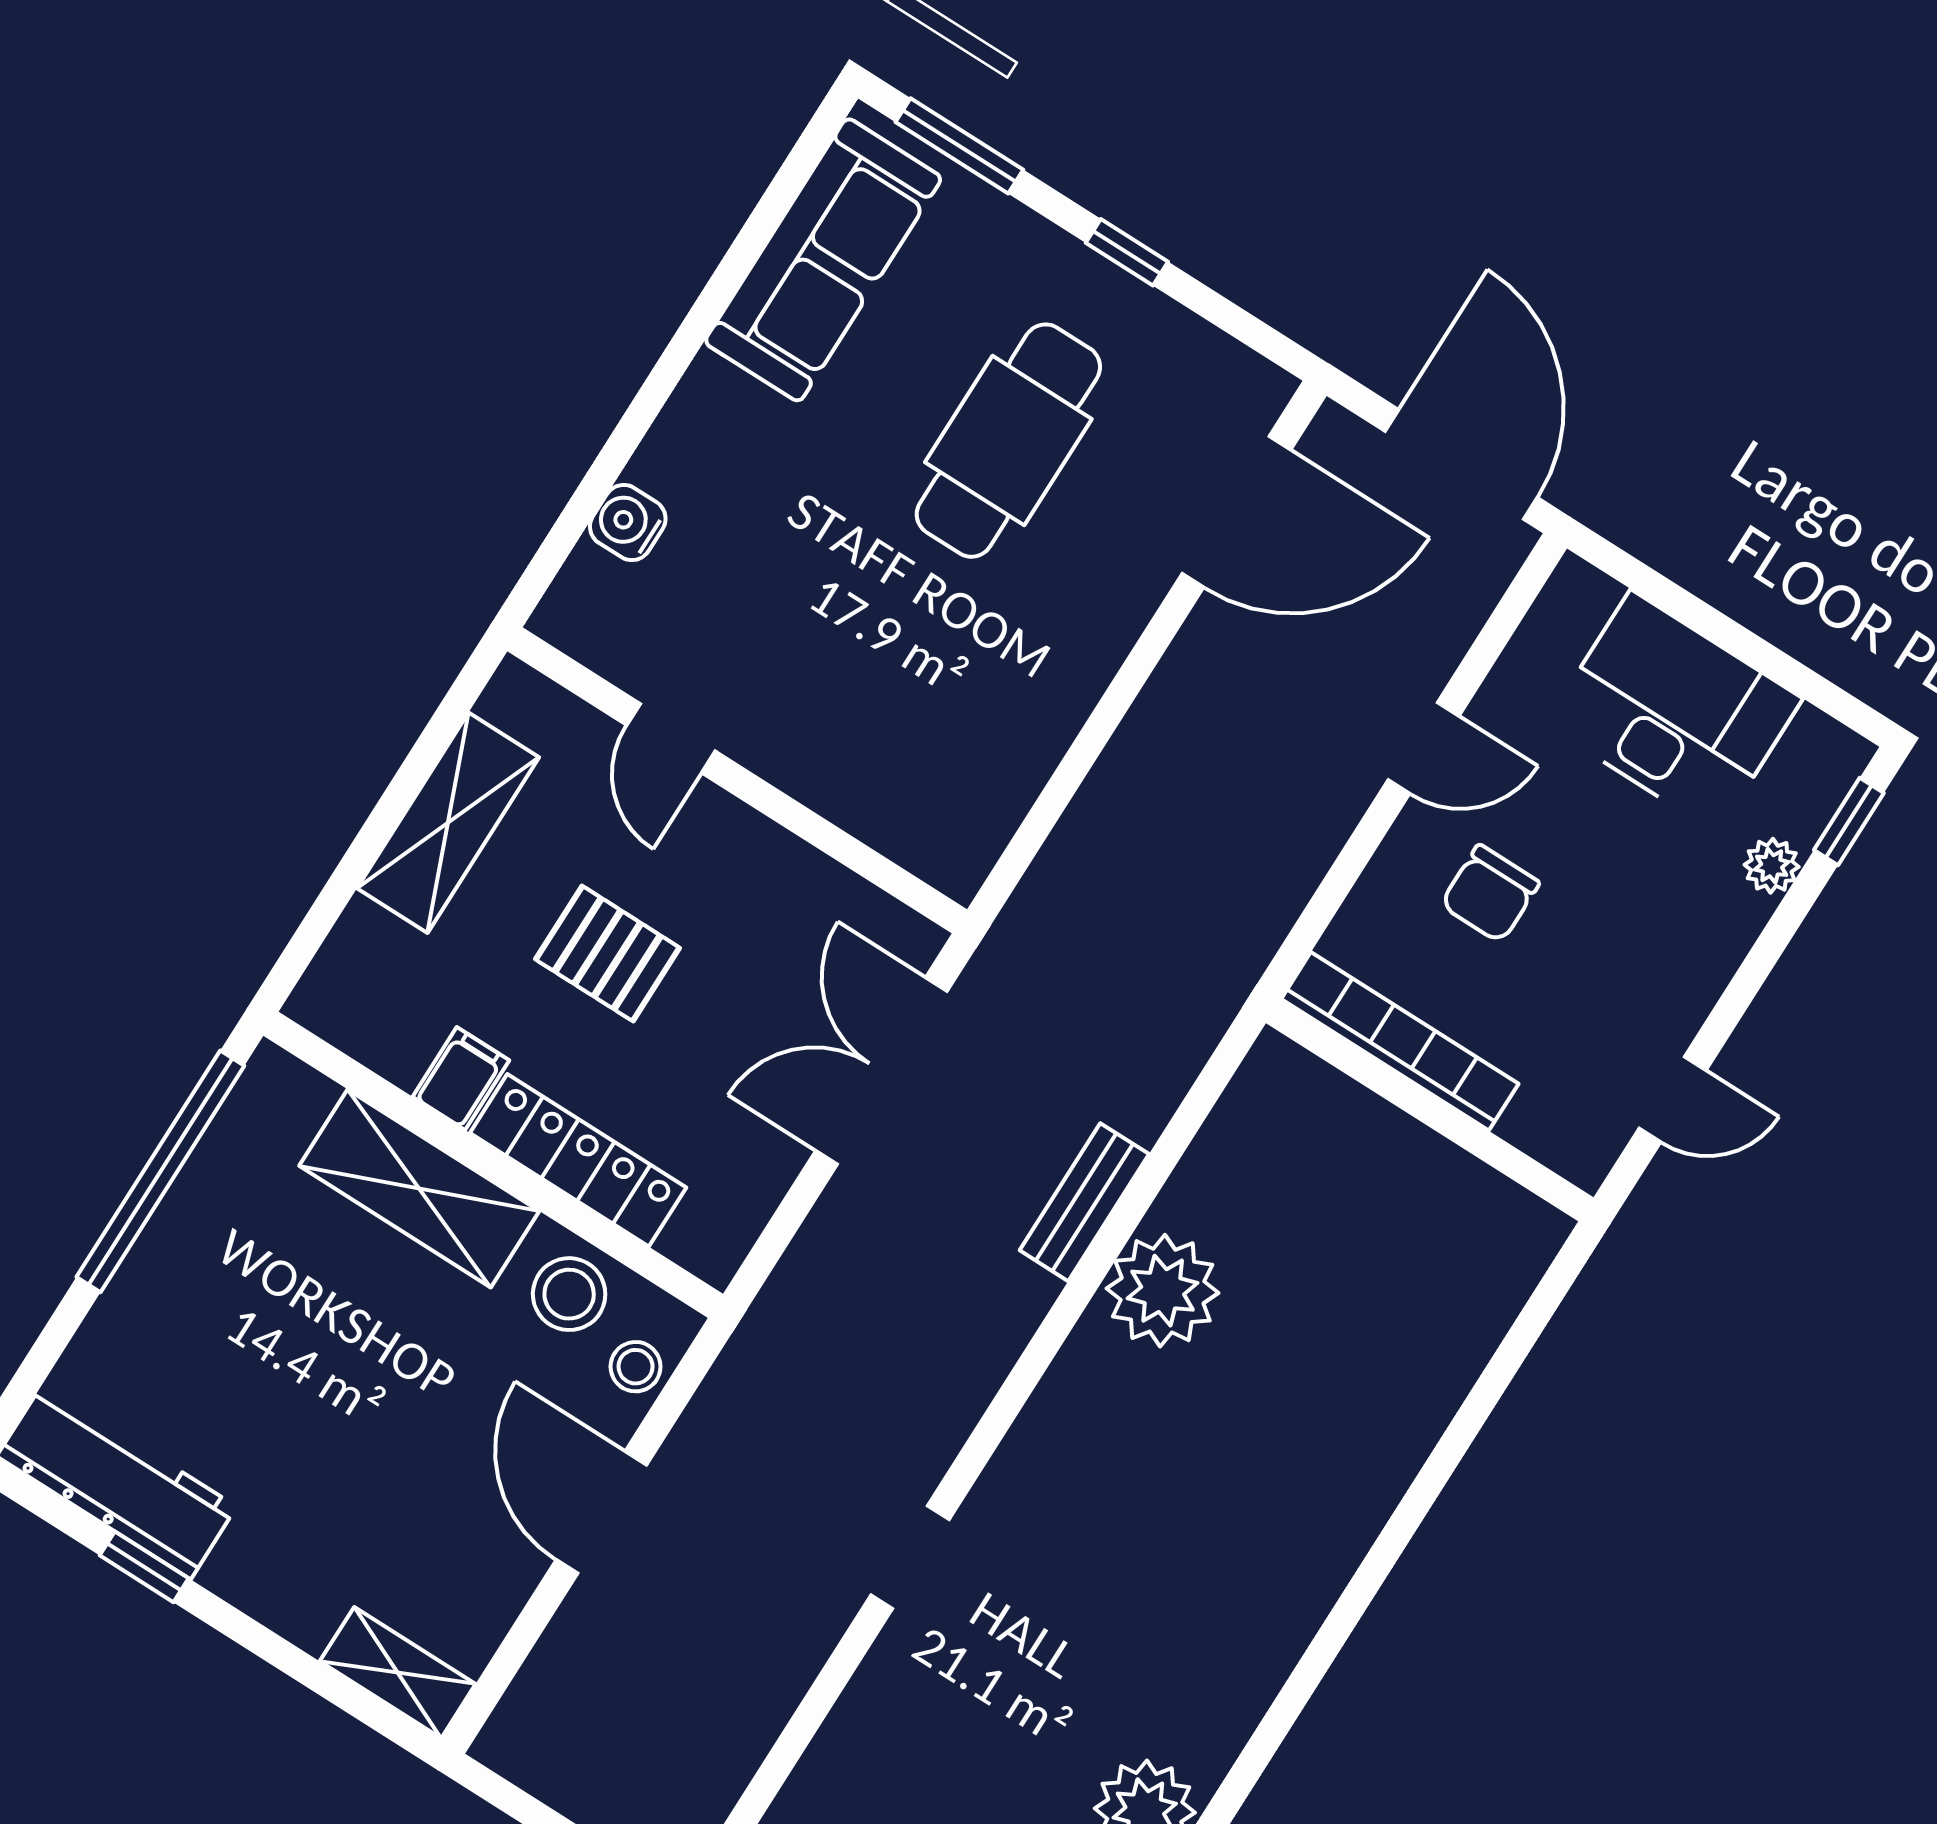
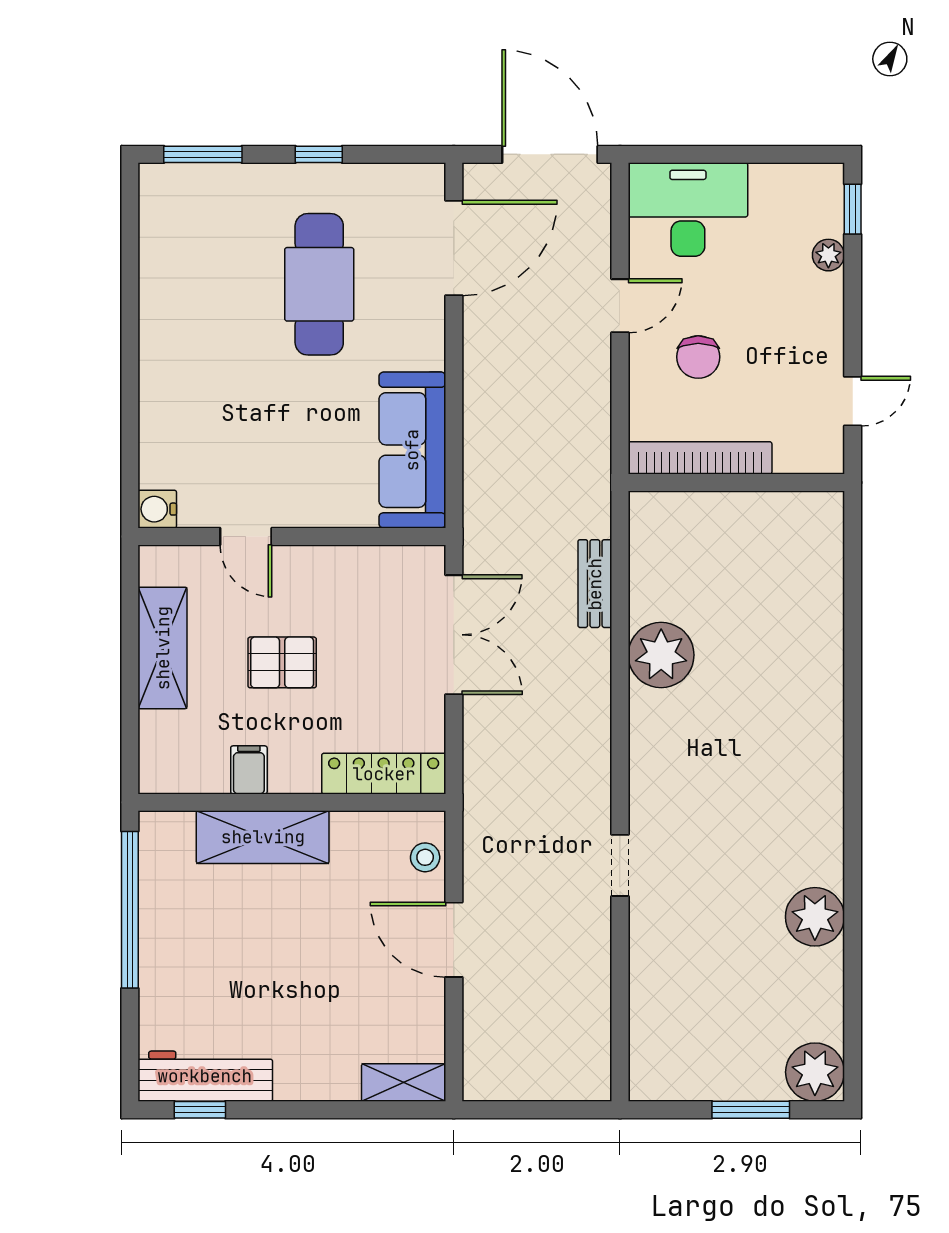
sofa: (823, 260) -> (412, 450), moved, turned 180
water cooler: (628, 523) -> (157, 509), moved
desk: (1674, 711) -> (688, 210), moved
double door: (881, 1071) -> (454, 635), swing flipped
locker: (578, 1160) -> (384, 774), moved
bench: (1084, 1202) -> (595, 584), moved
stool: (569, 1294) -> (370, 842), removed
window: (144, 1567) -> (200, 1110), moved

